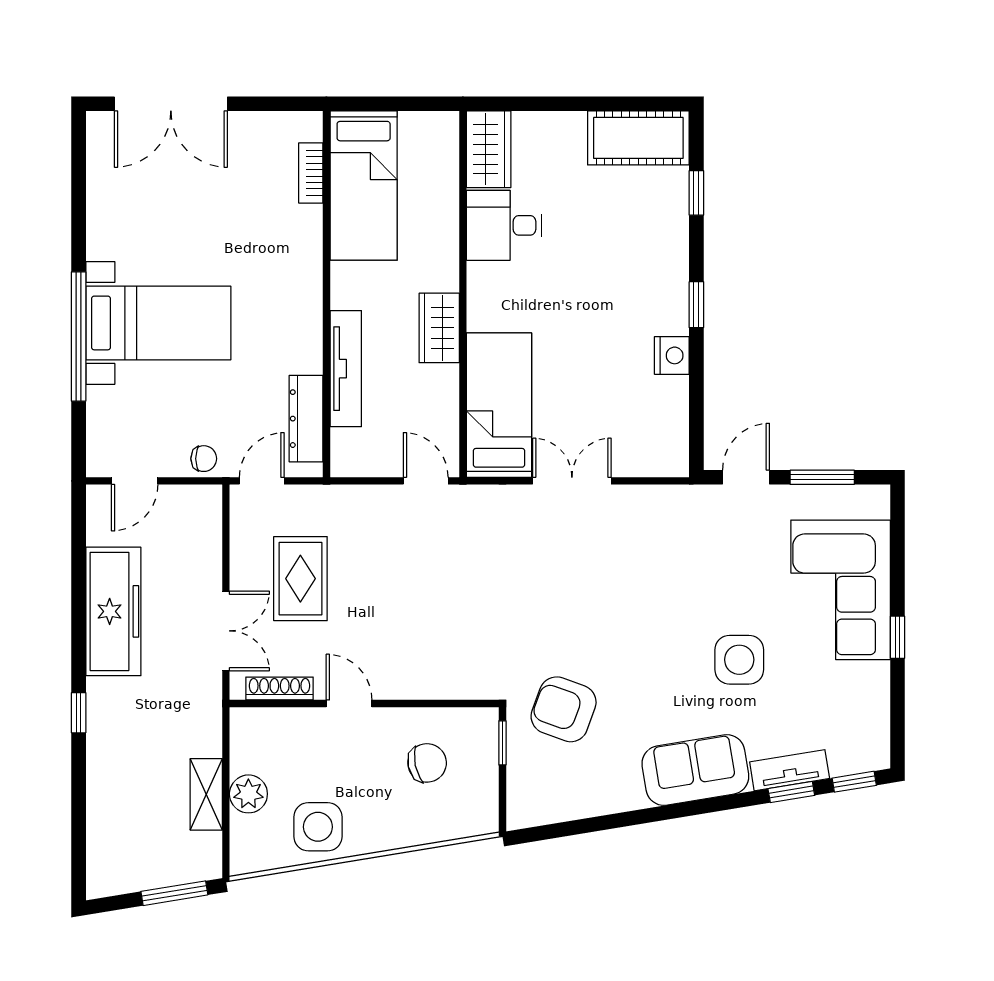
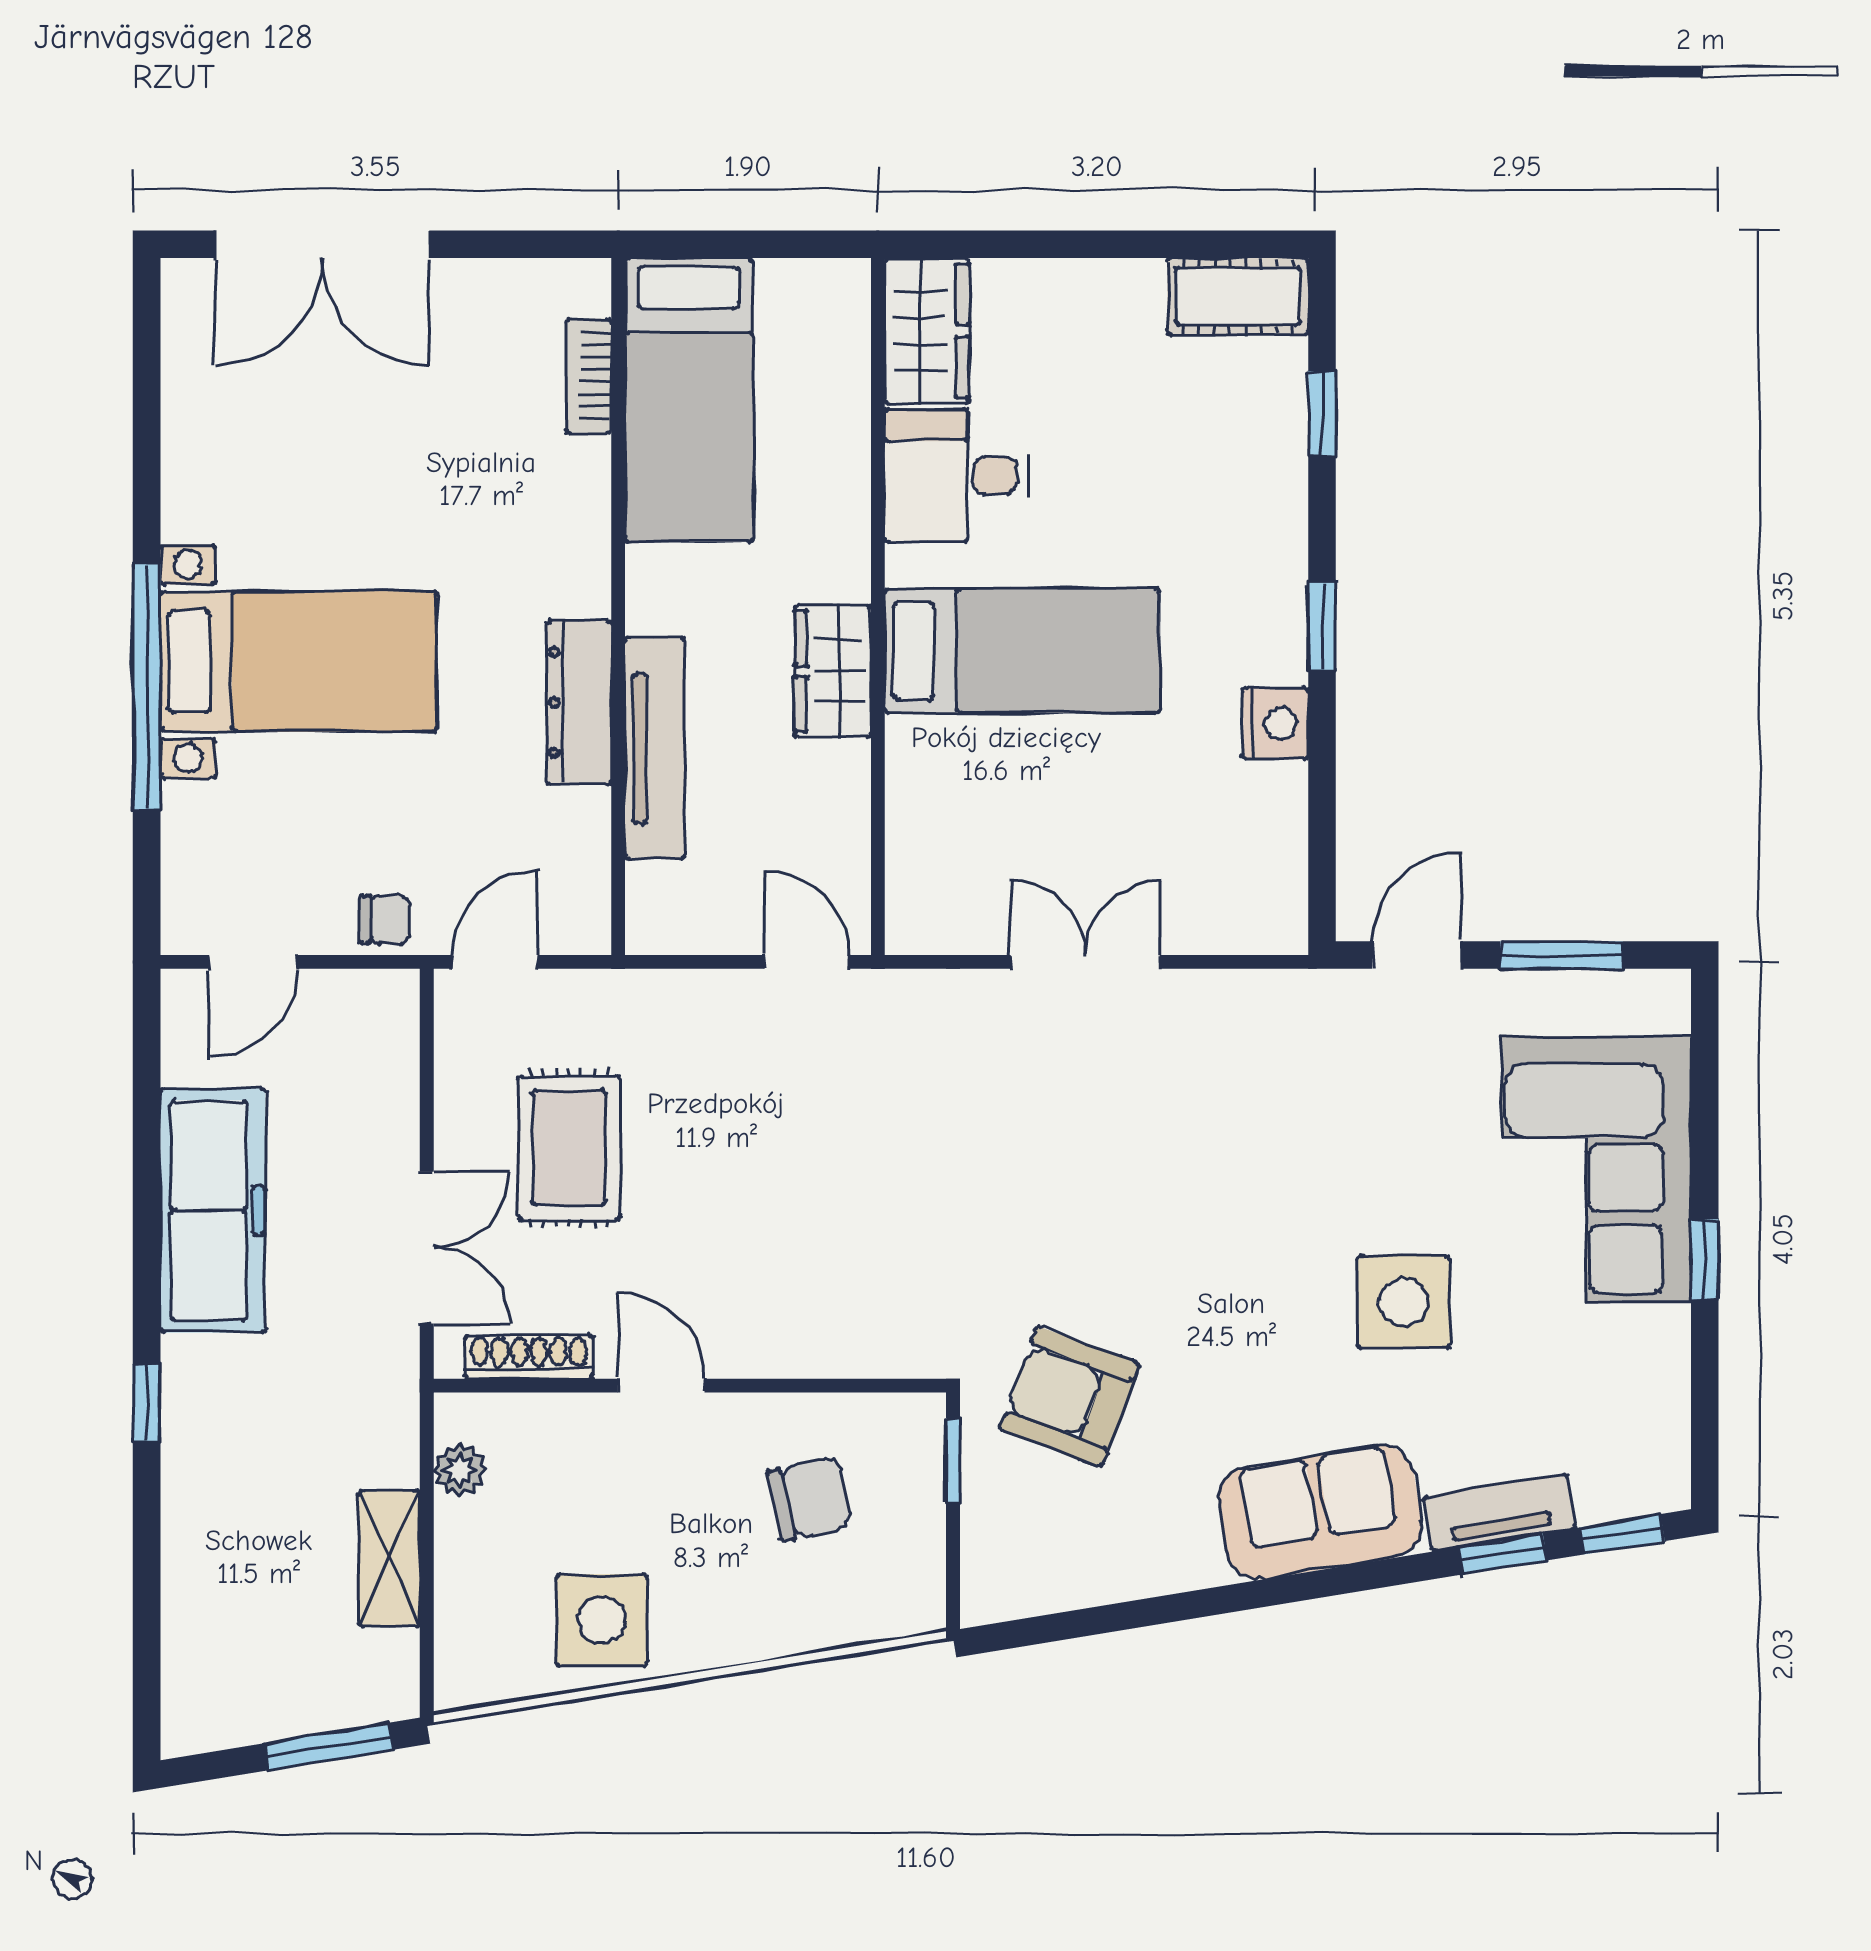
cot: (638, 138) -> (1238, 296), width x0.73, depth x0.75
bed: (499, 405) -> (1022, 651), moved, turned 90
dresser: (306, 419) -> (579, 703), moved
plant: (248, 794) -> (460, 1470), moved, width x0.73, depth x0.73

